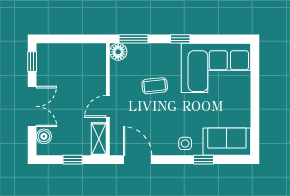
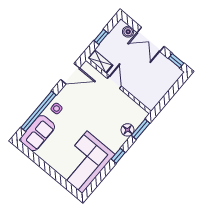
floor lamp: (118, 52) -> (128, 130), moved
coffee table: (155, 86) -> (104, 119), removed
window: (203, 160) -> (39, 111), width x3.17

